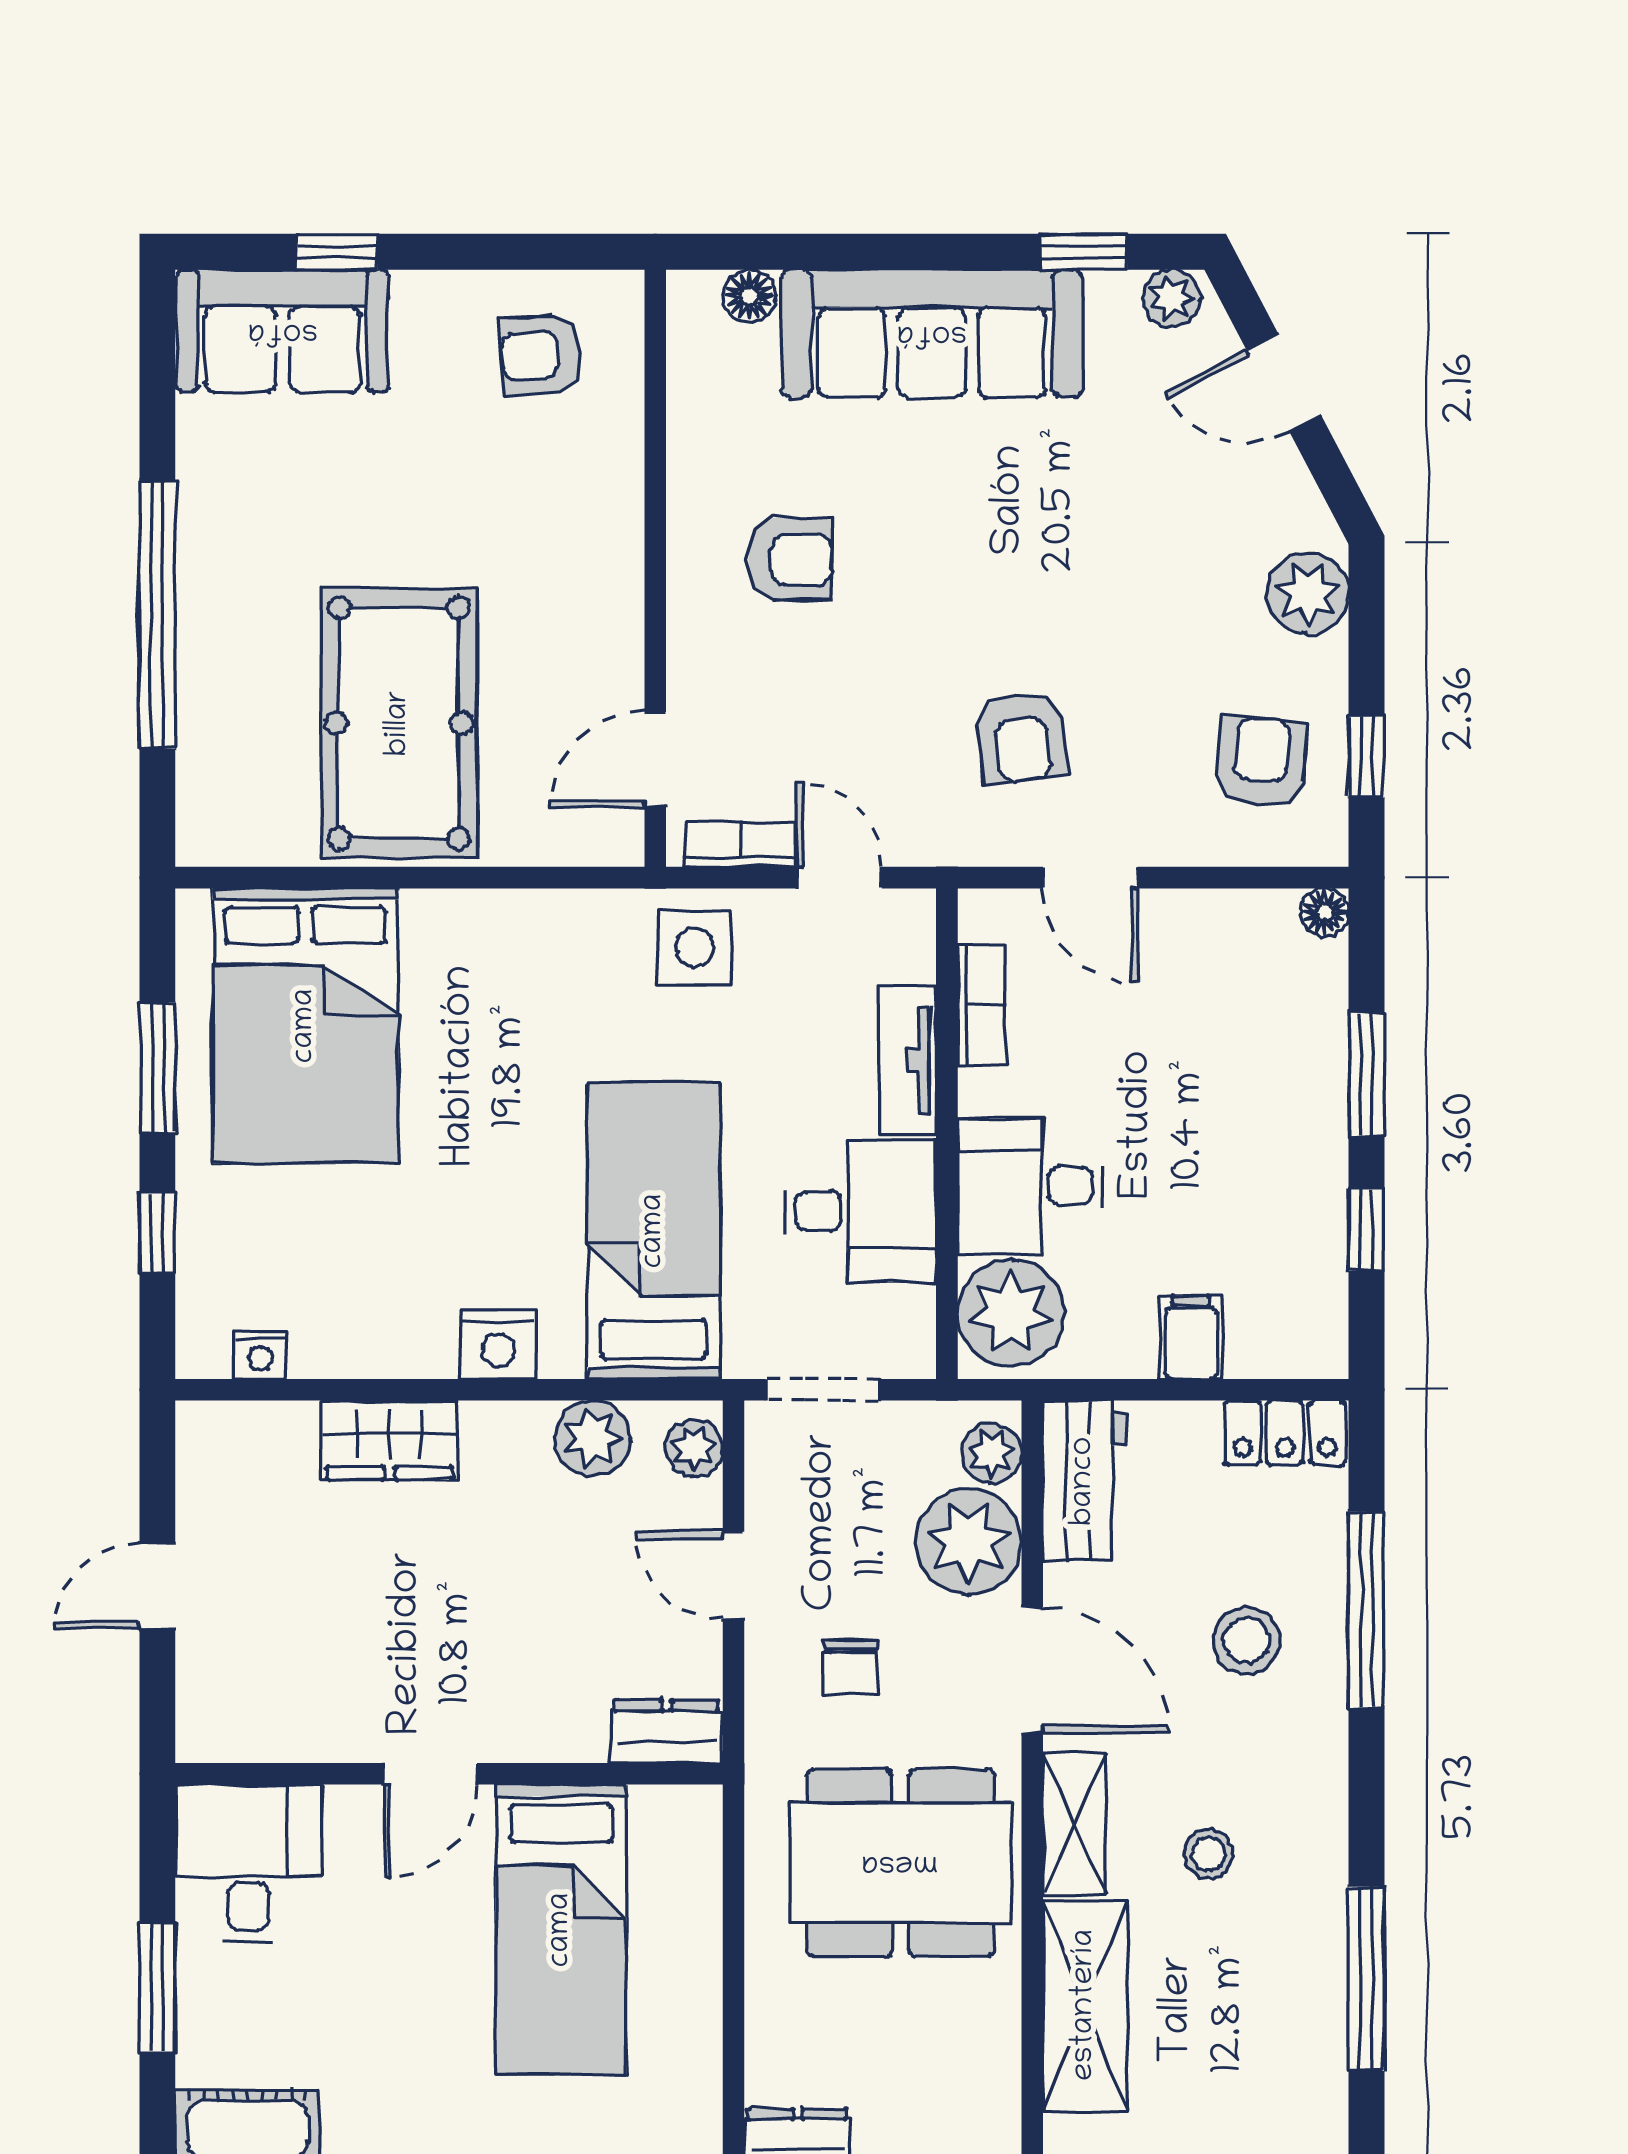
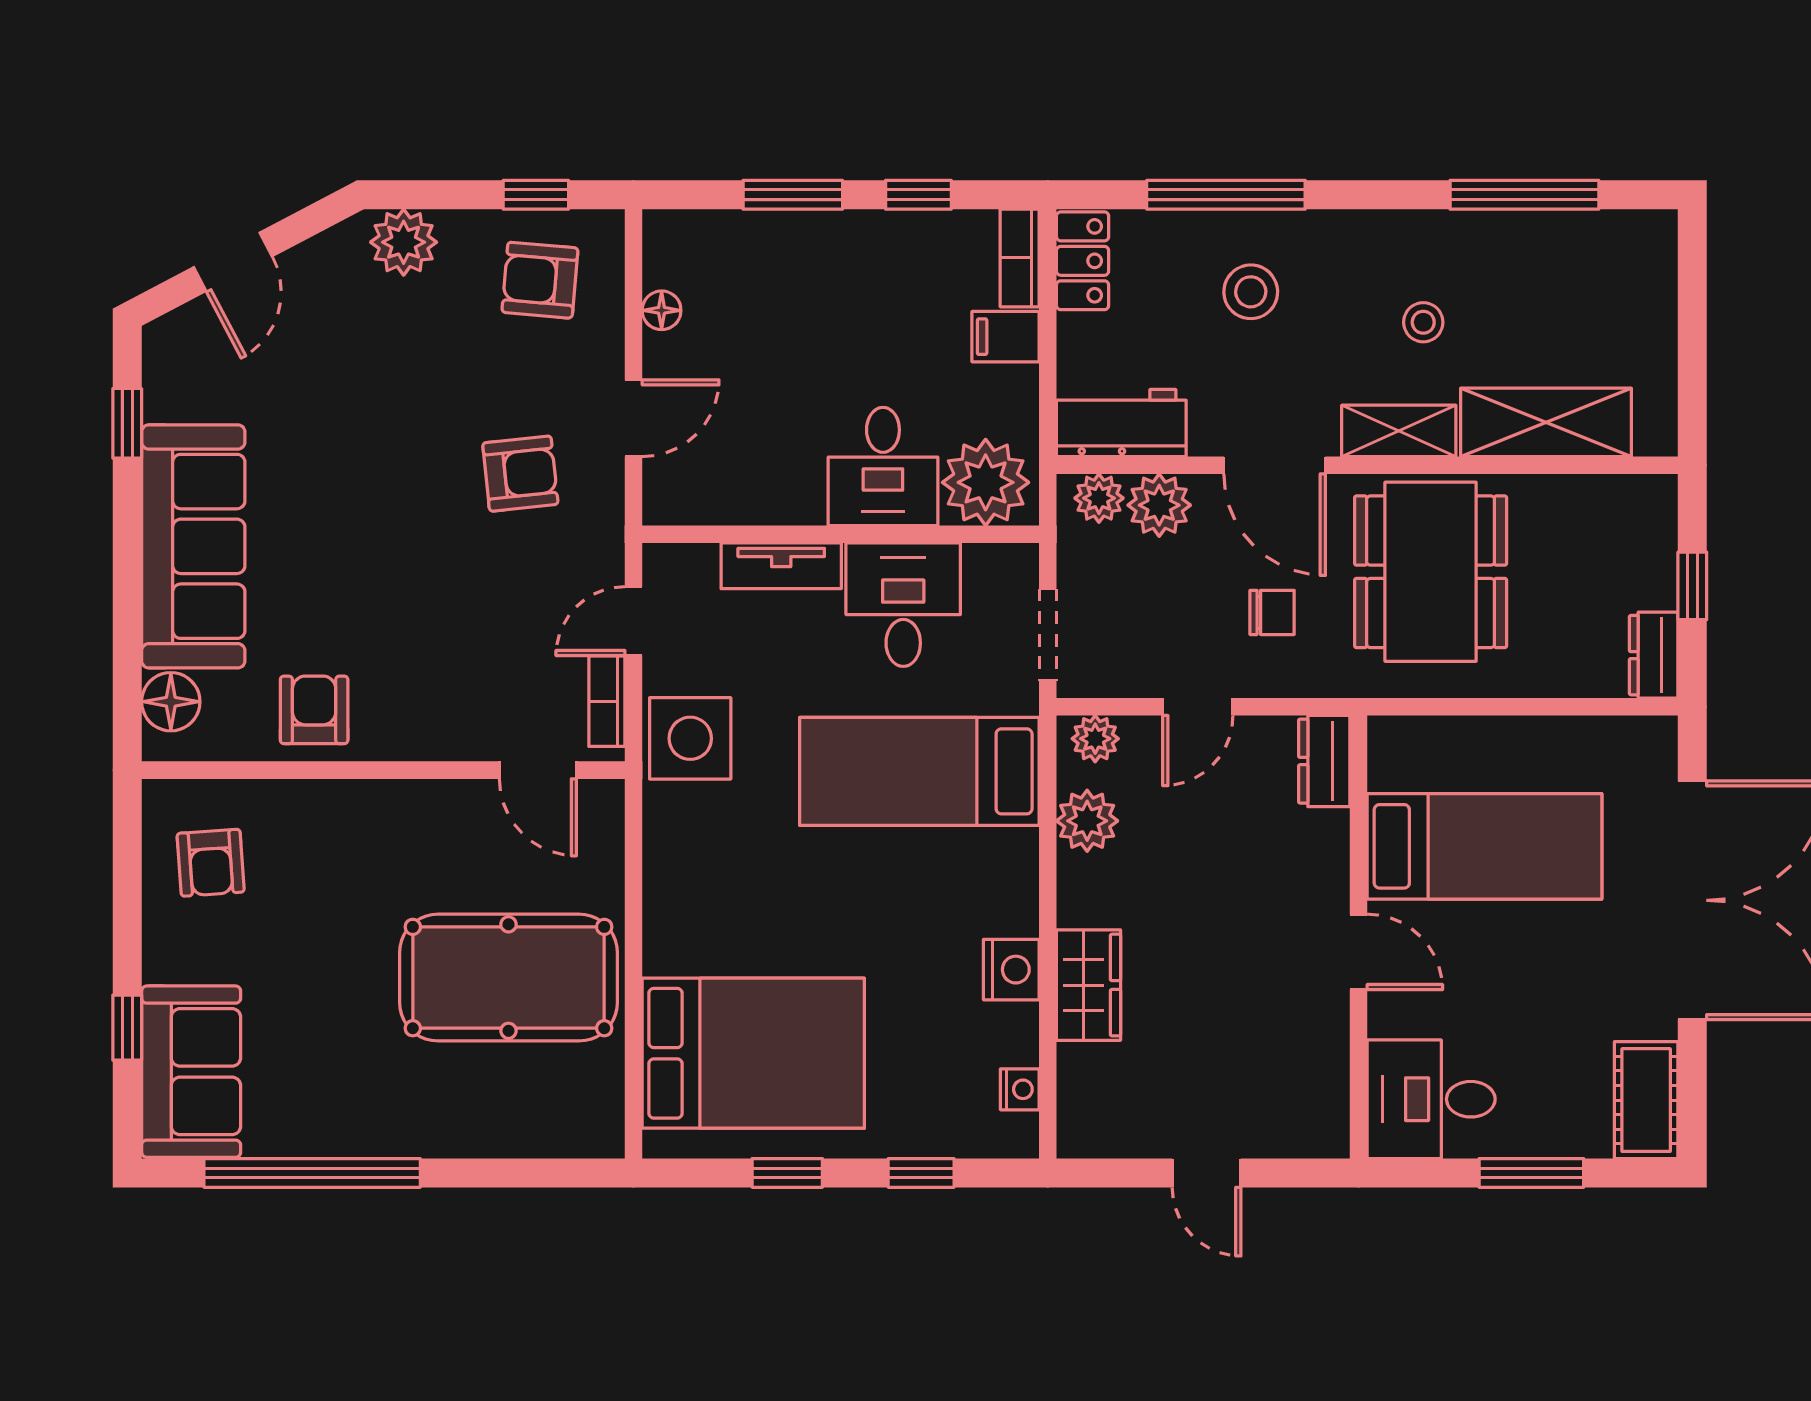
floor lamp: (750, 296) -> (171, 702), width x1.37, depth x1.37
plant: (1172, 298) -> (165, 352), removed
armchair: (790, 560) -> (314, 710), moved
window: (157, 615) -> (312, 1173), moved
floor lamp: (1325, 912) -> (662, 310), moved
side table: (695, 948) -> (690, 738), width x1.37, depth x1.37
bookcase: (982, 1005) -> (1020, 258), moved, turned -90
window: (157, 1068) -> (787, 1173), width x0.67
nightstand: (498, 1345) -> (1011, 970), moved
plant: (969, 1542) -> (1159, 505), width x0.73, depth x0.73
door: (1032, 1670) -> (1275, 465), swing flipped

